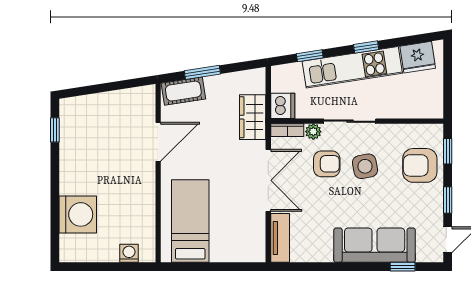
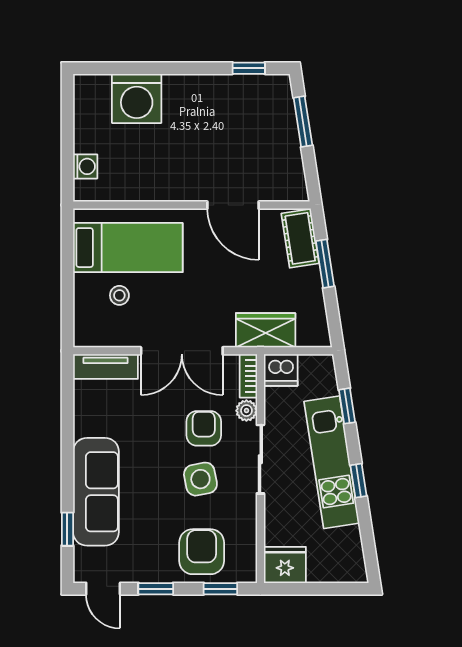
fridge: (418, 57) -> (285, 565), moved, turned 99
window: (95, 89) -> (303, 122), added
armchair: (327, 164) -> (204, 428), turned 180
stool: (226, 227) -> (119, 295), added

